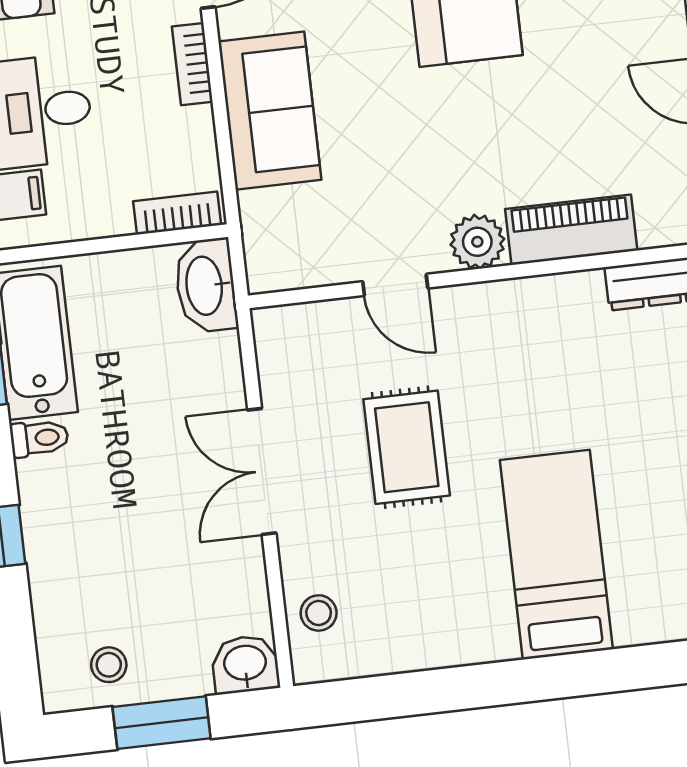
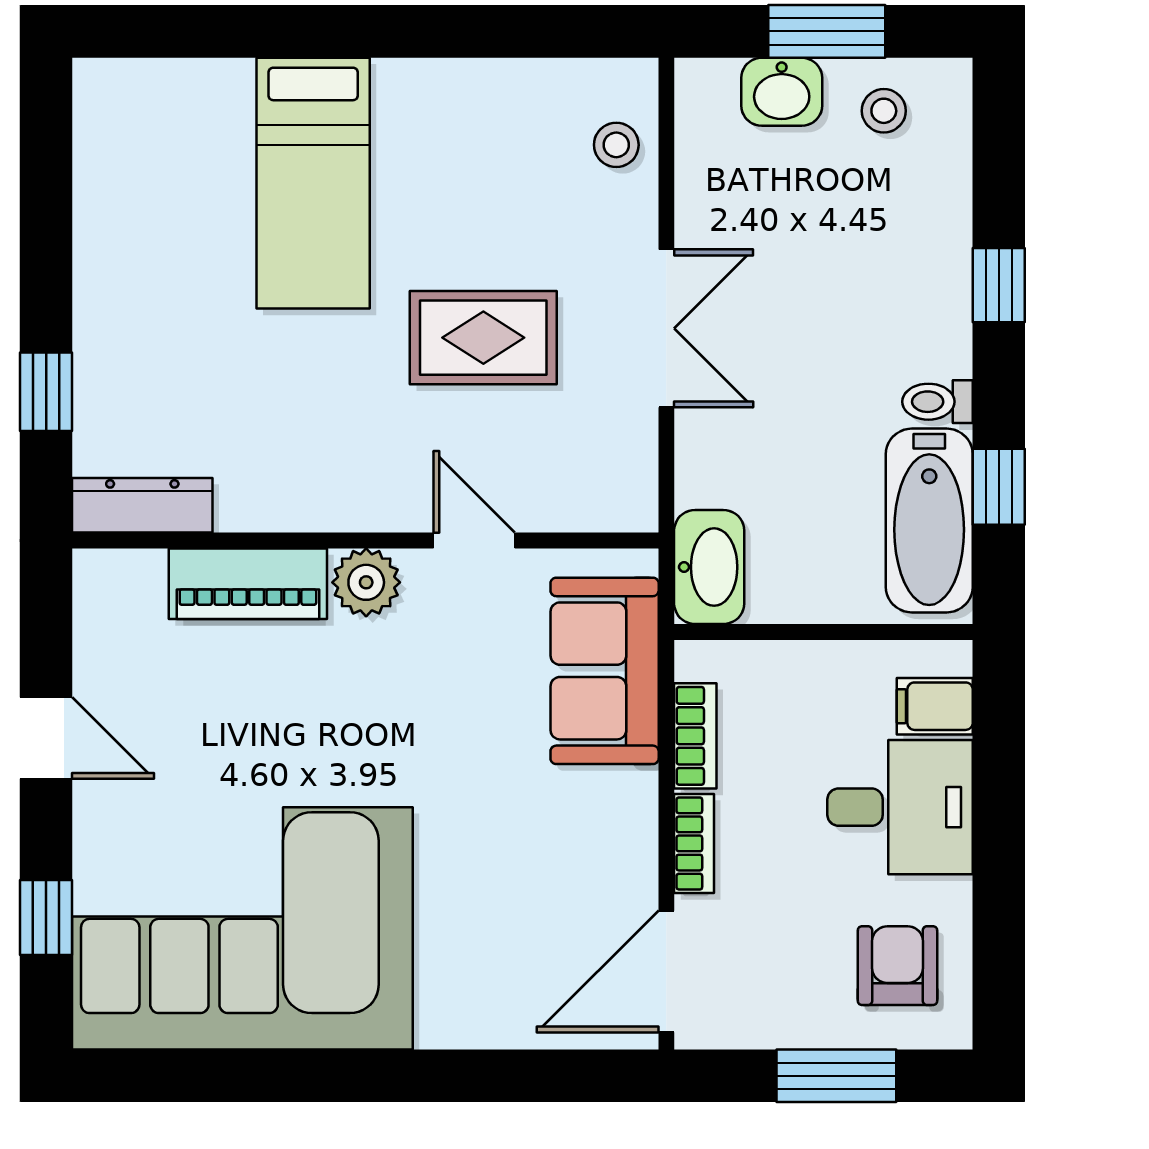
sofa: (270, 111) -> (605, 671), moved
bookcase: (177, 213) -> (695, 736), moved, turned -90
rug: (407, 447) -> (483, 338), turned 90
washbasin: (245, 664) -> (782, 92), moved

